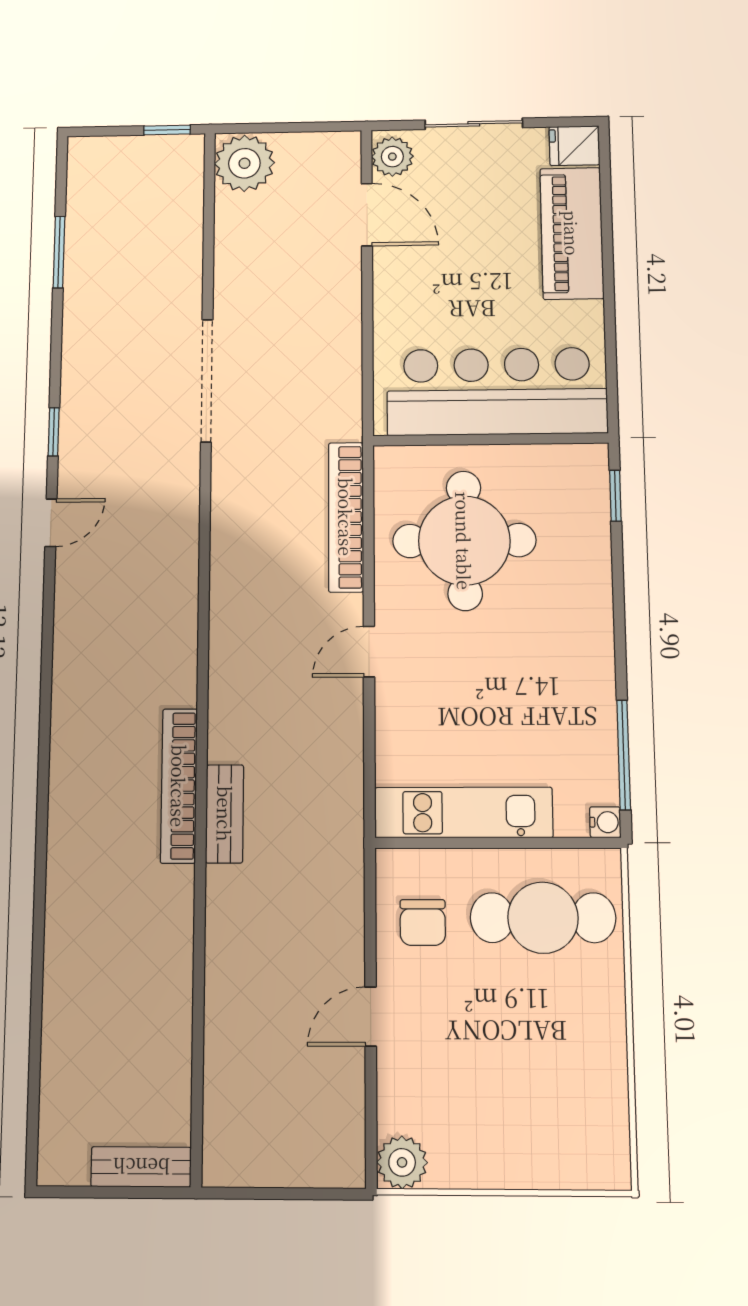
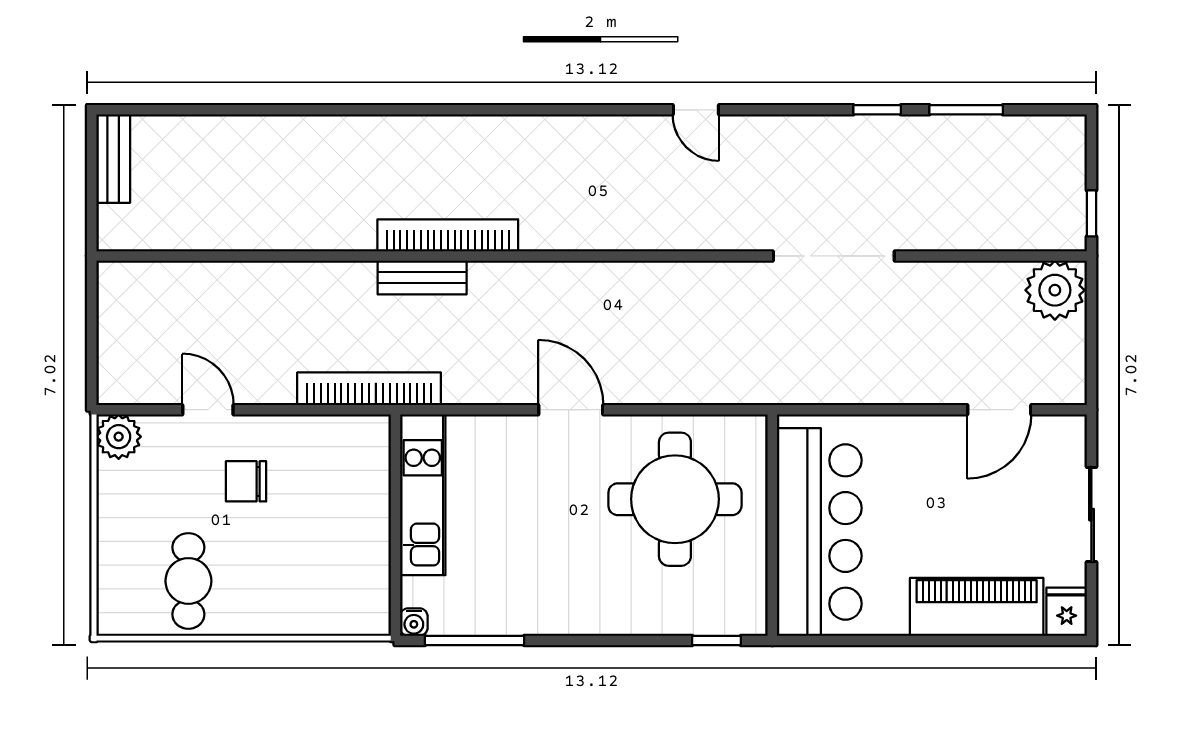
plant: (392, 157) -> (1059, 435), removed
window: (54, 432) -> (877, 110), moved
bookcase: (346, 517) -> (369, 389), moved
door: (369, 652) -> (571, 410), width x1.38
cafe table: (543, 918) -> (188, 581), moved, width x0.73, depth x0.74
chair: (423, 922) -> (246, 481), moved
door: (371, 1017) -> (208, 410), moved
bench: (141, 1167) -> (113, 159), moved

